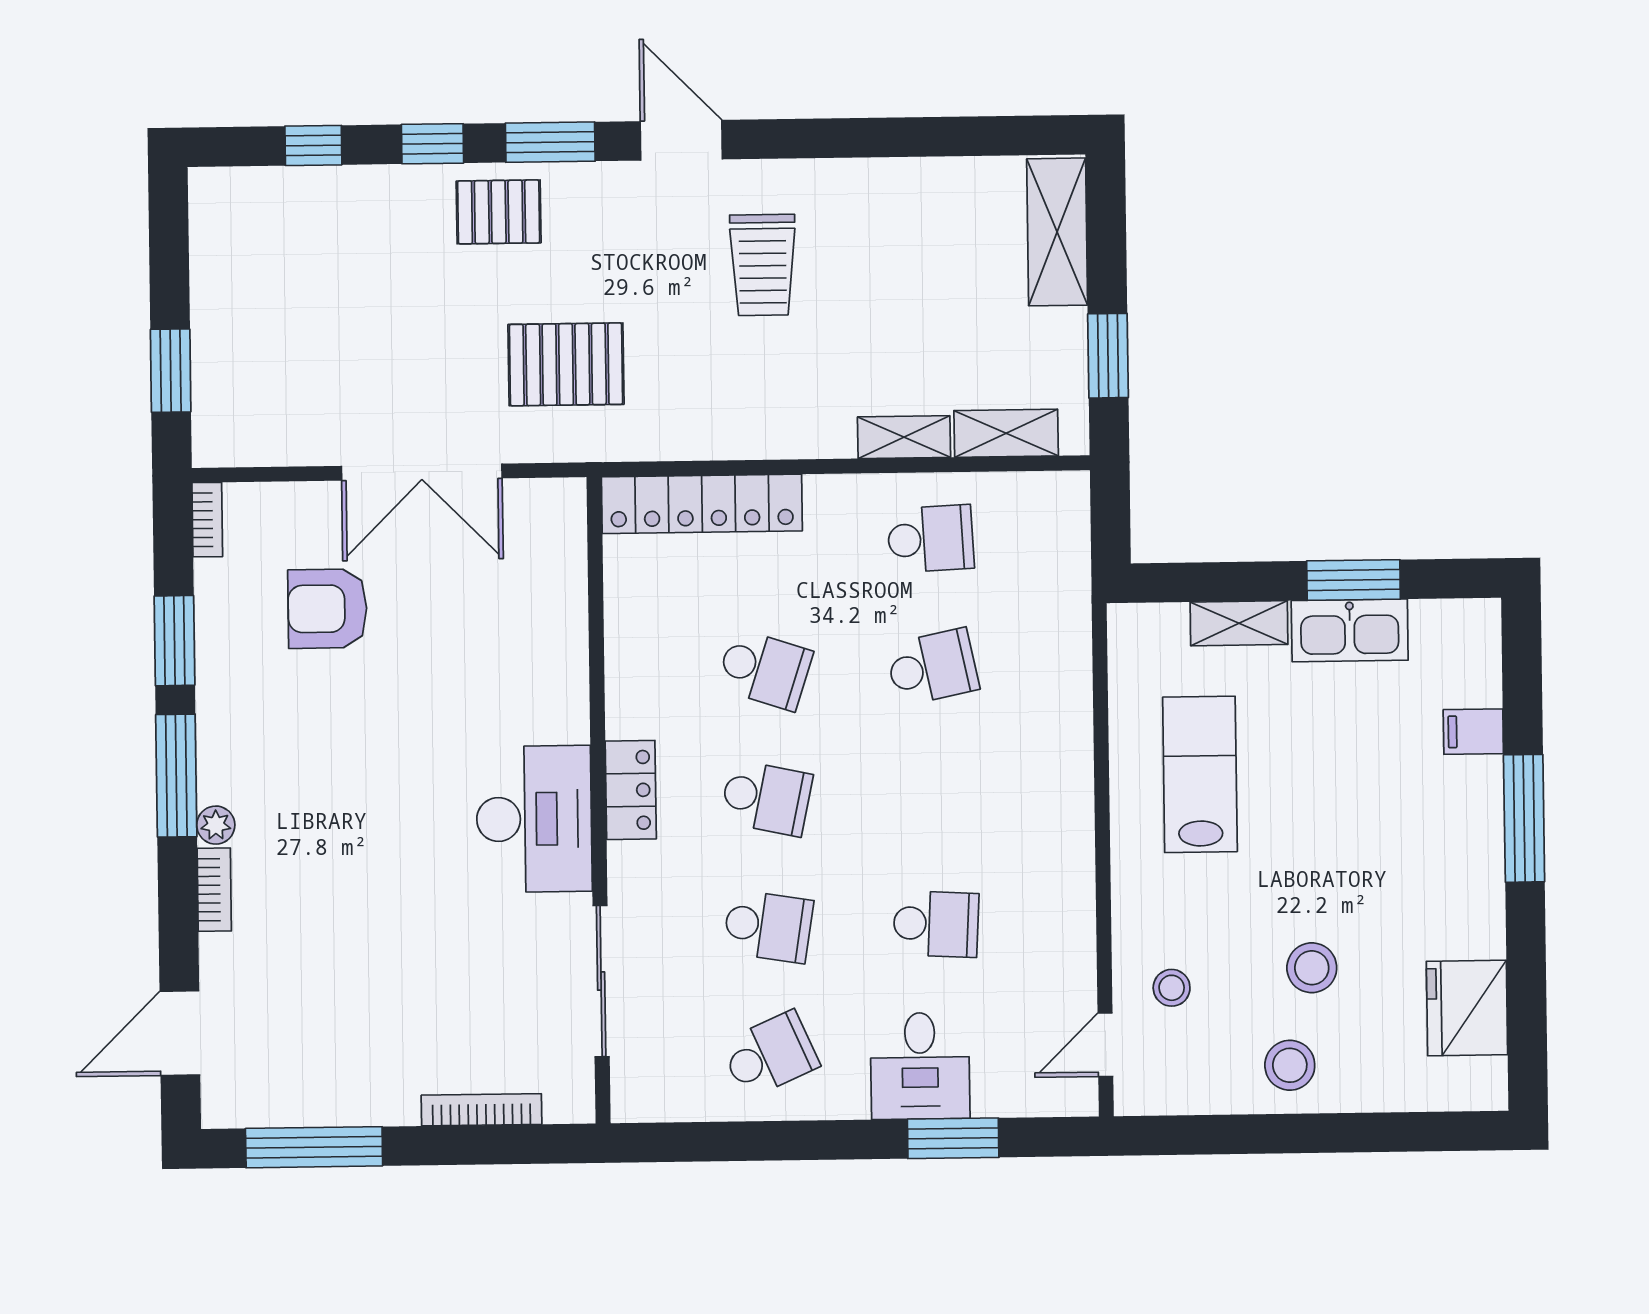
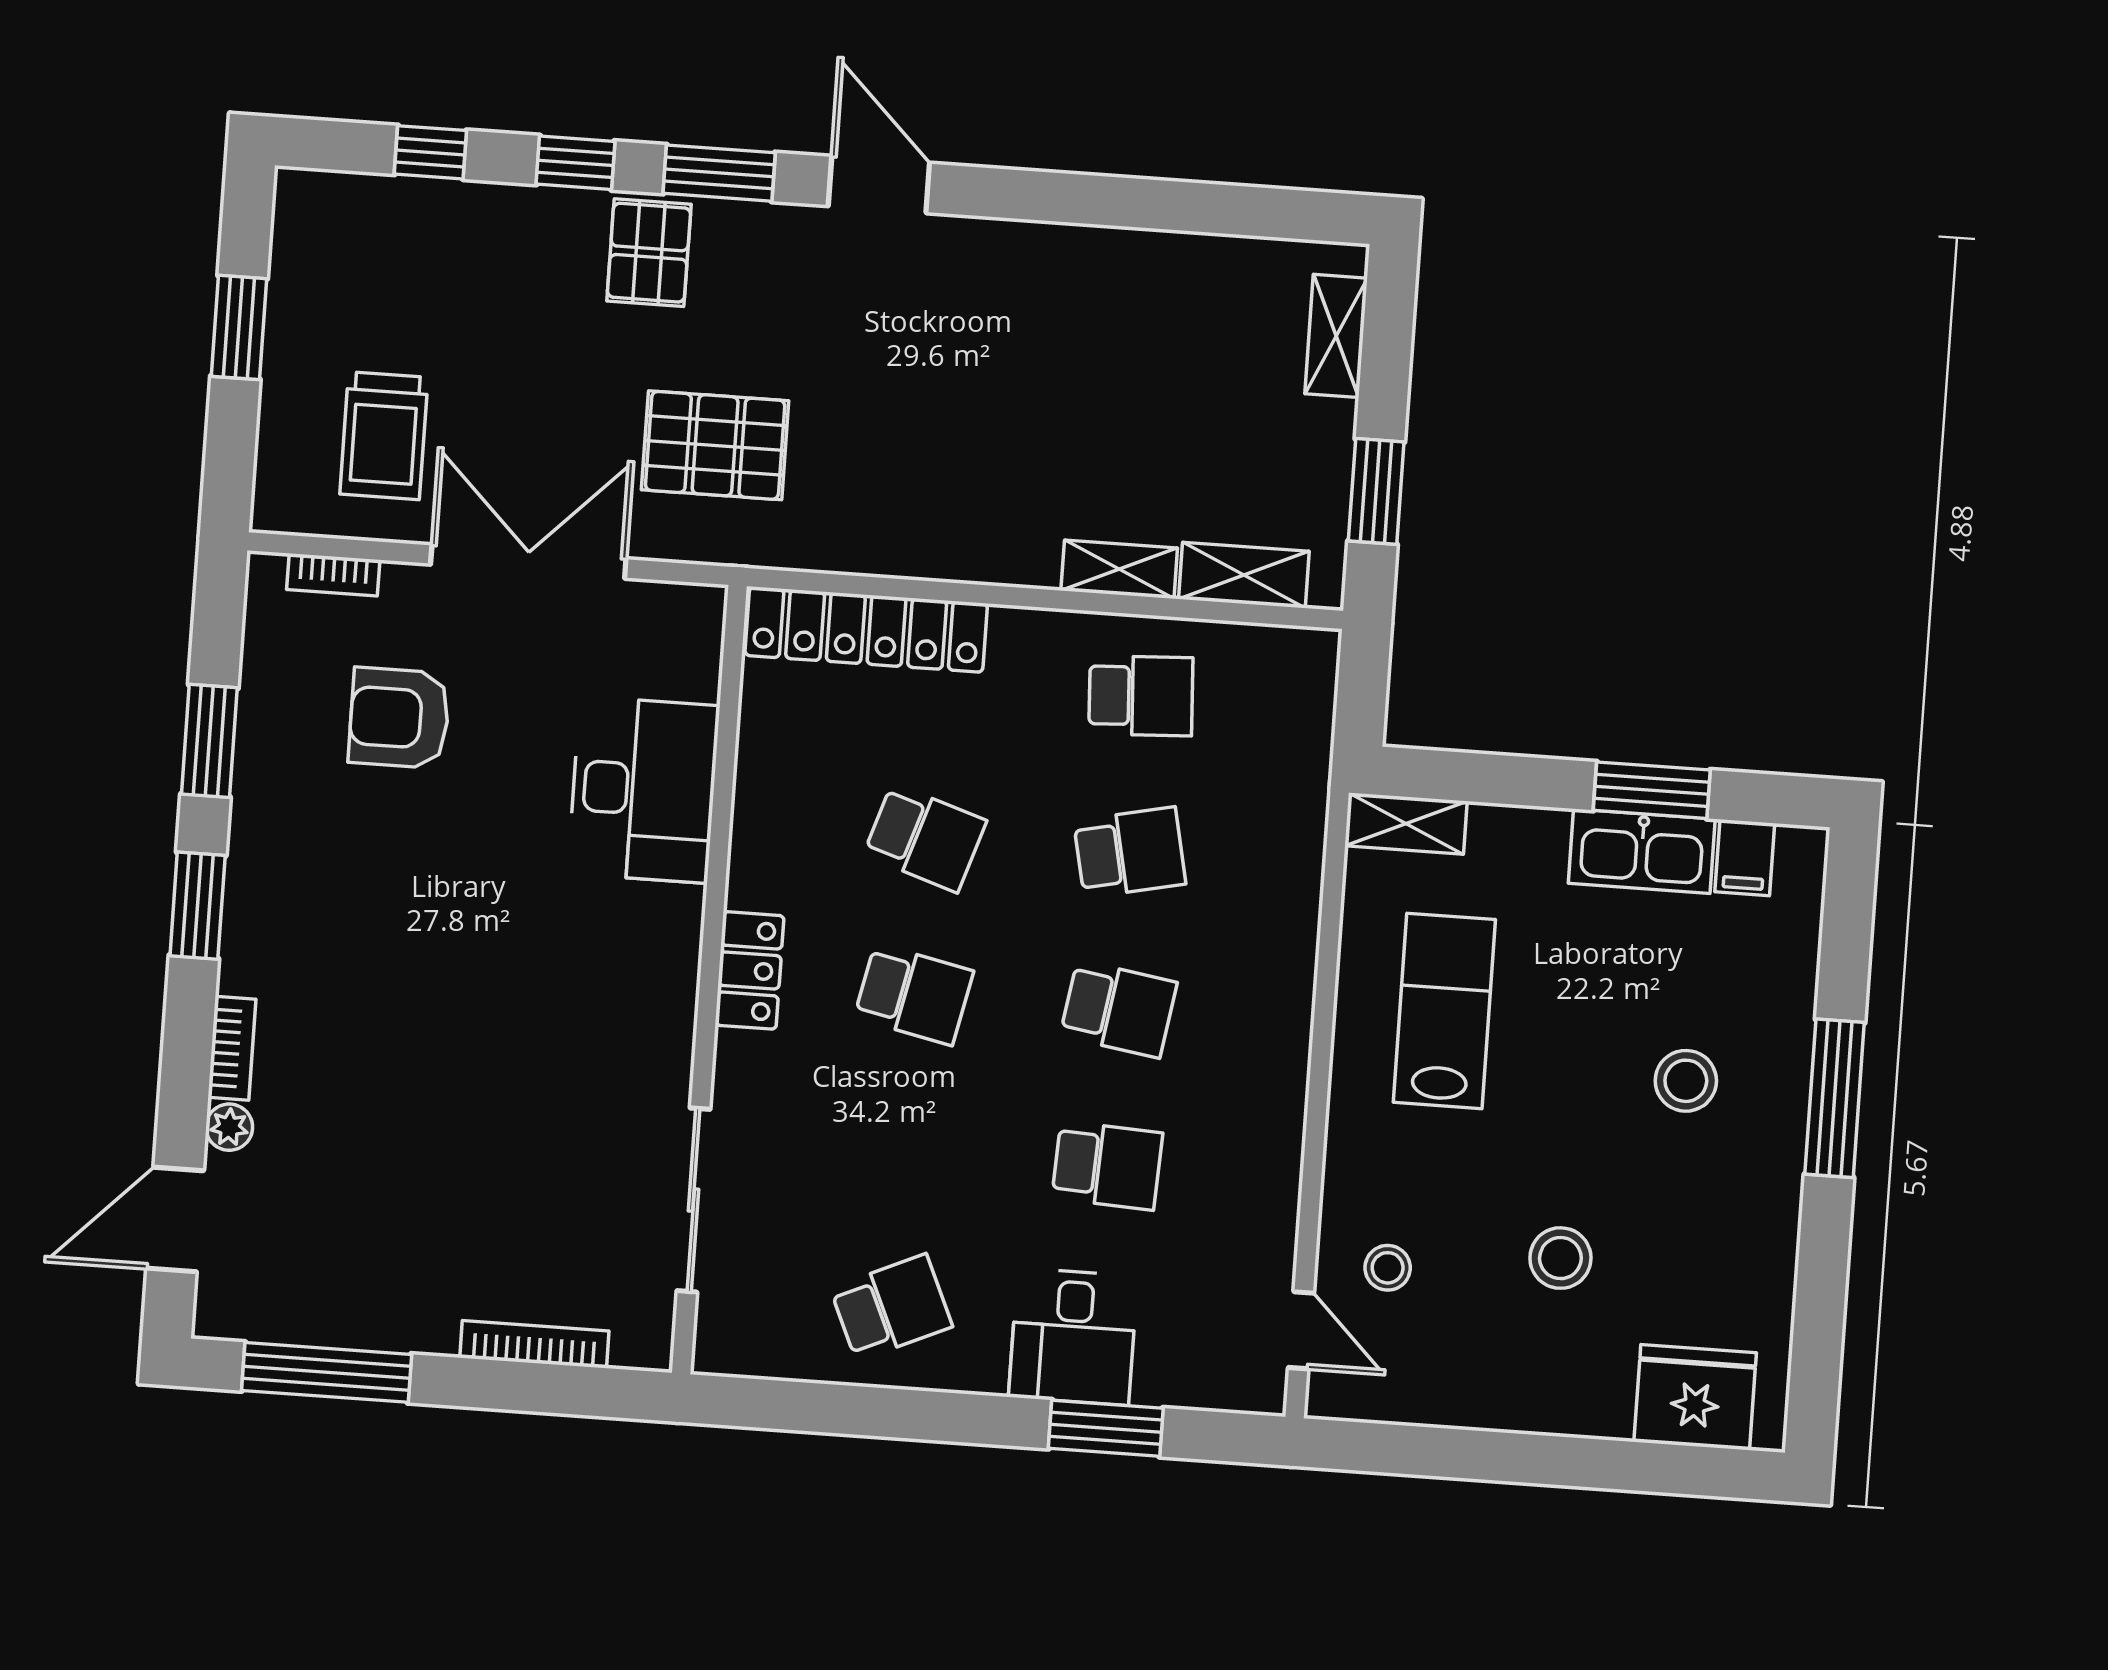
pallet: (499, 212) -> (649, 253), turned 90
shelving: (1057, 232) -> (1336, 336), width x0.67, depth x0.75
trolley: (763, 265) -> (384, 436), moved
window: (171, 371) -> (239, 327), moved
double door: (422, 472) -> (528, 561), swing flipped
bookcase: (207, 520) -> (333, 575), moved, turned 90
shelving: (1239, 623) -> (1406, 824), moved
filing cabinet: (1473, 732) -> (1745, 858), moved, turned -90
window: (176, 776) -> (198, 906), width x0.69
desk: (534, 819) -> (644, 790), moved
plant: (216, 825) -> (229, 1127), moved
school desk: (768, 926) -> (1118, 1009), moved
fridge: (1467, 1008) -> (1695, 1397), moved, turned 90
door: (1105, 1045) -> (1301, 1330), swing flipped
stool: (1290, 1065) -> (1686, 1081), moved

